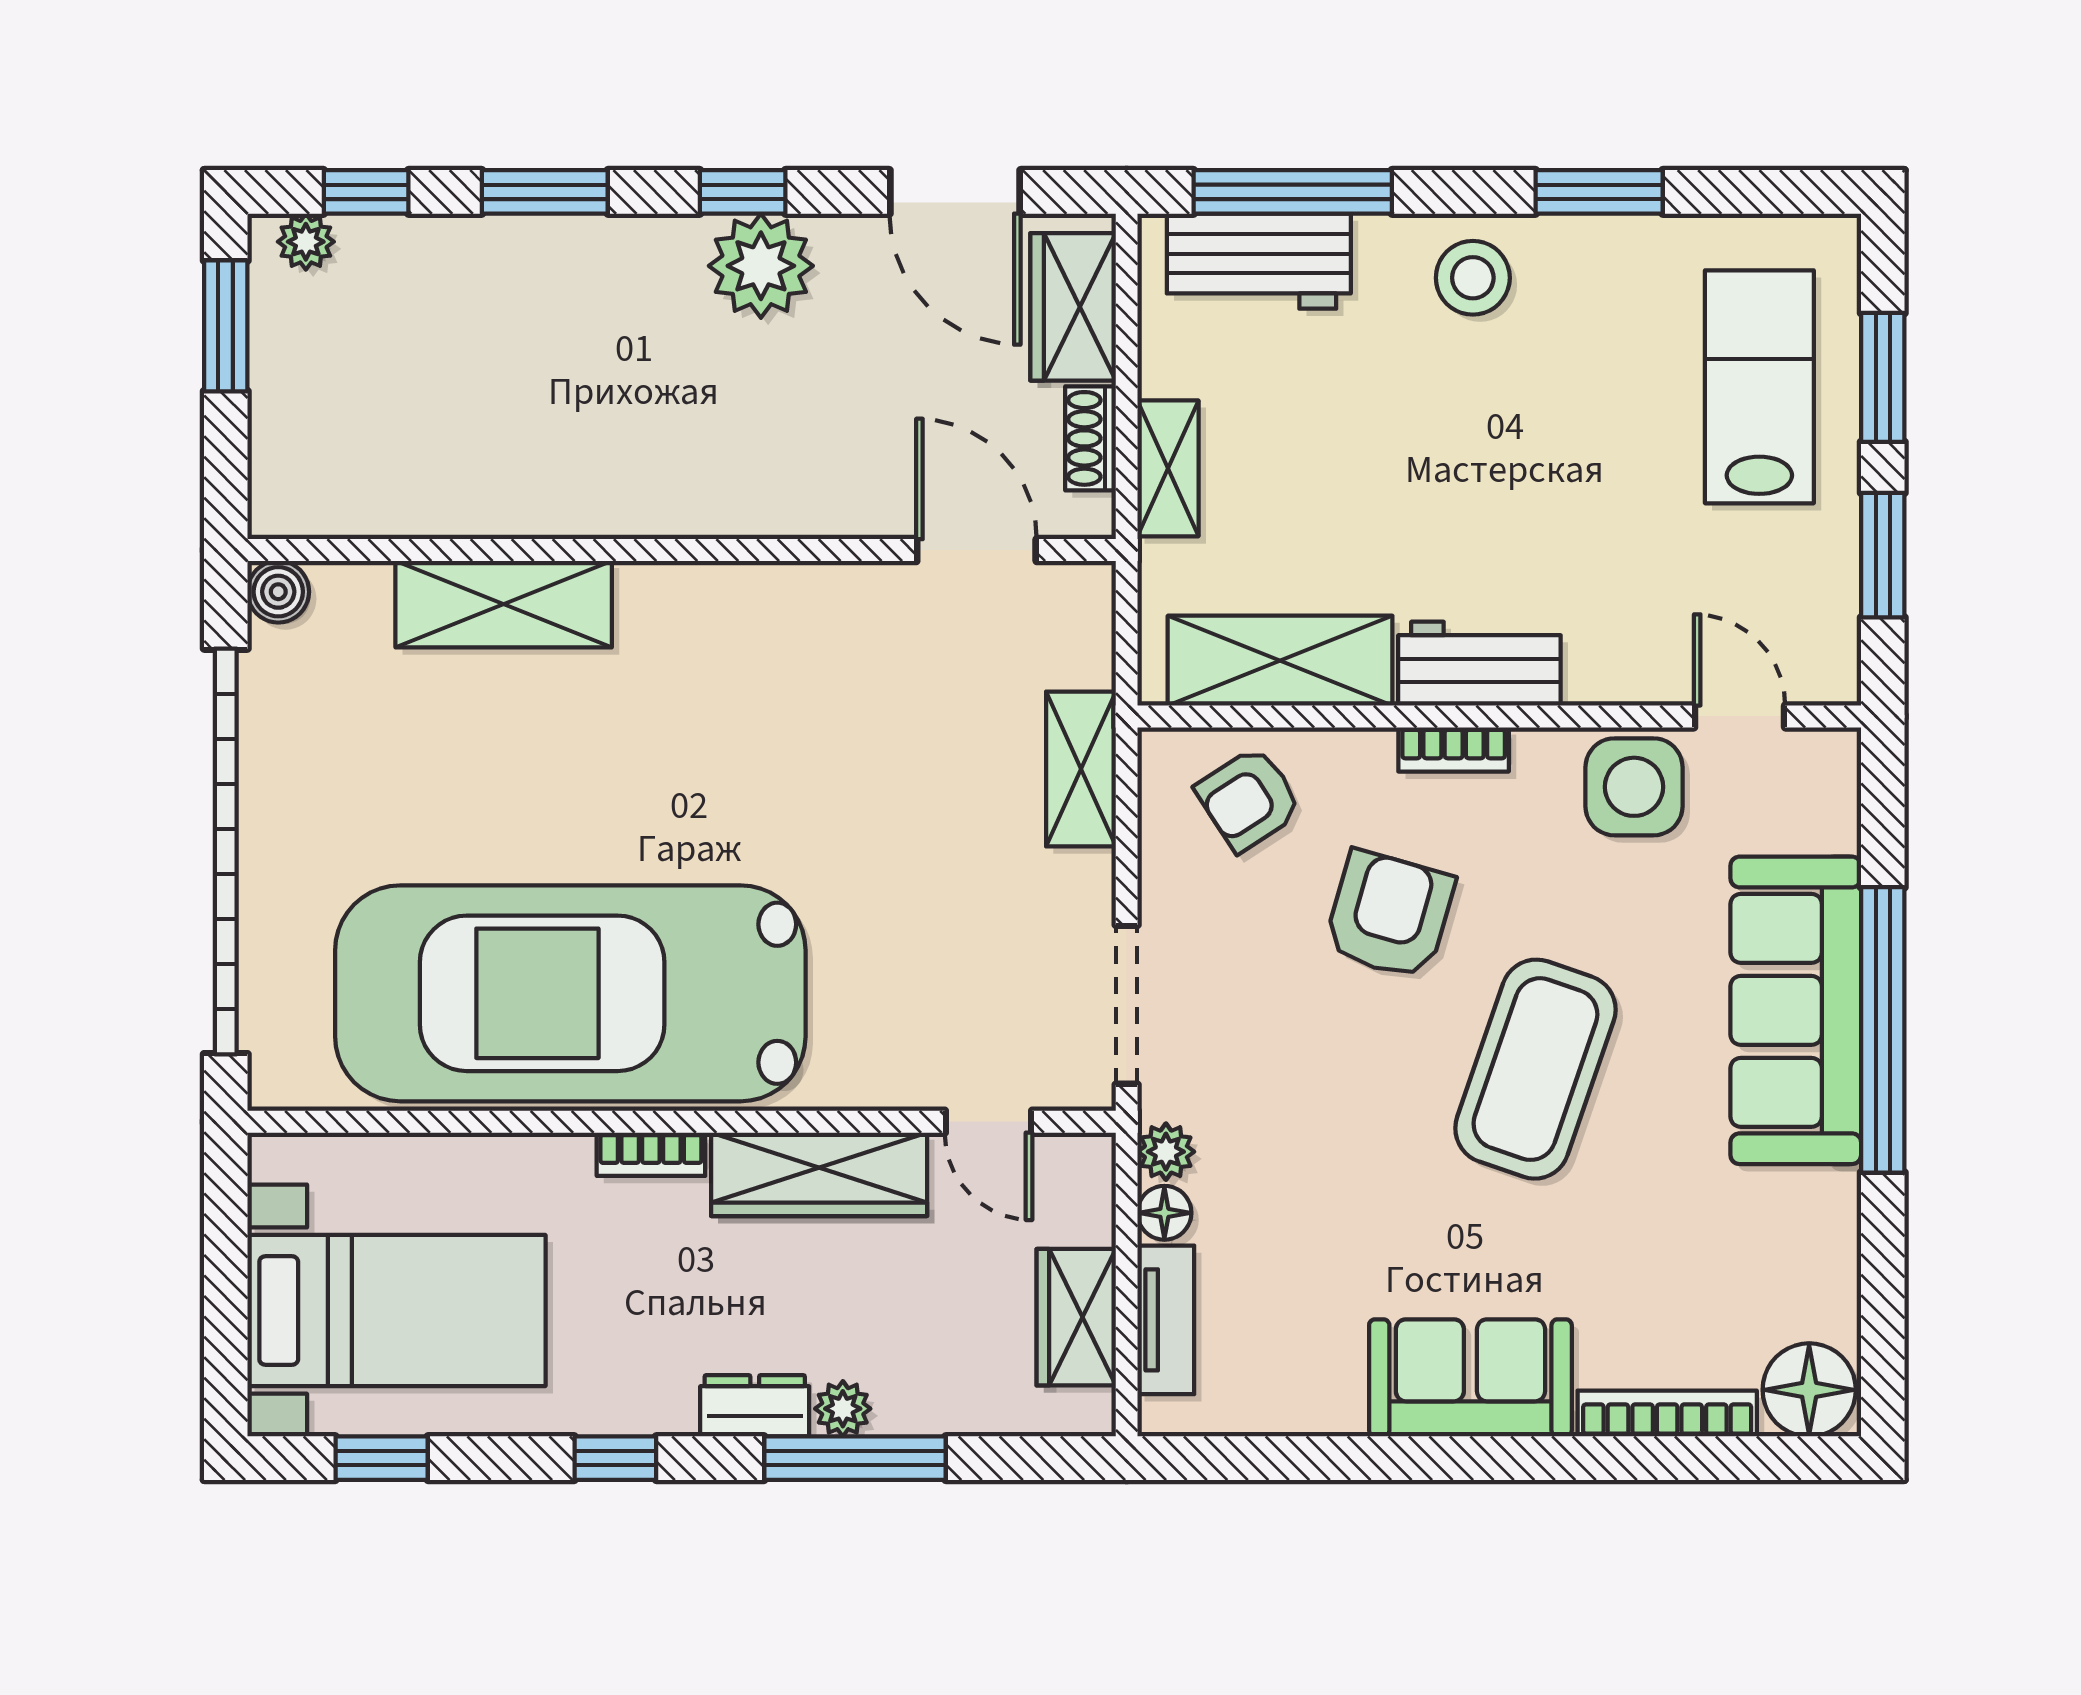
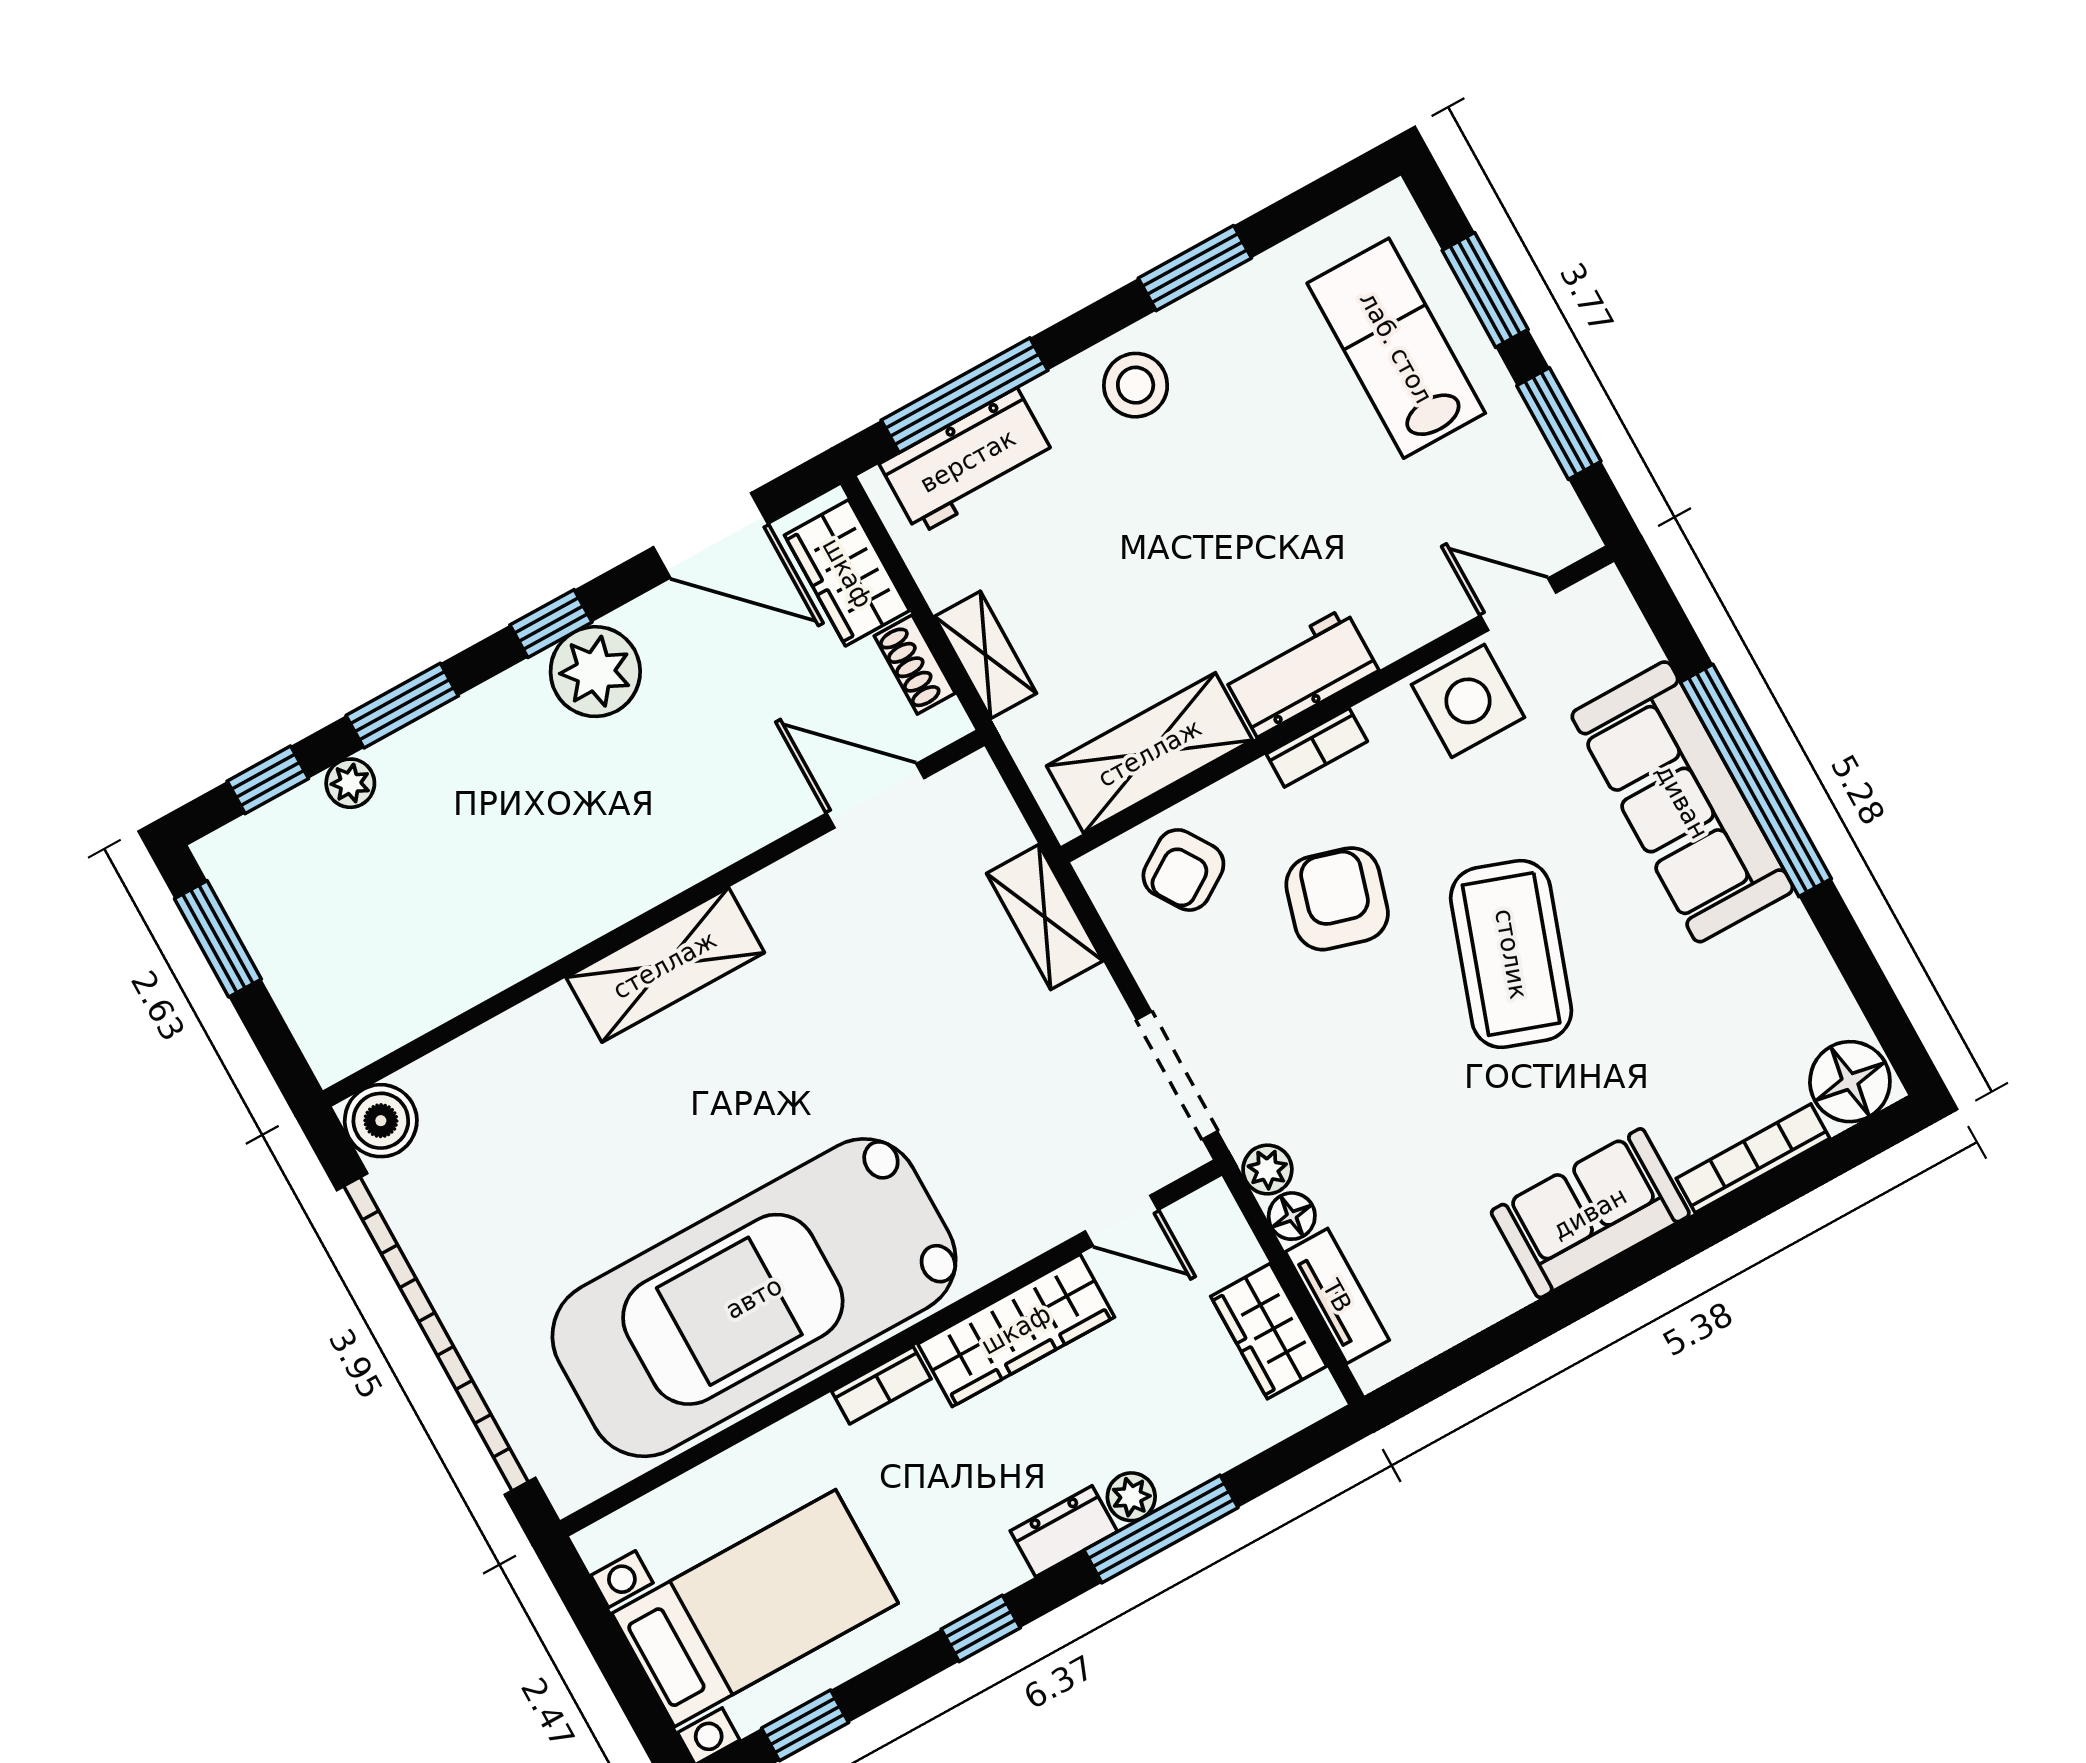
plant: (306, 242) -> (350, 783), moved
boiler: (278, 592) -> (381, 1121), width x1.36, depth x1.36
shelving: (504, 604) -> (665, 965), moved

